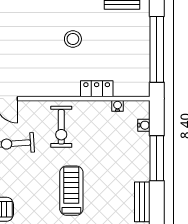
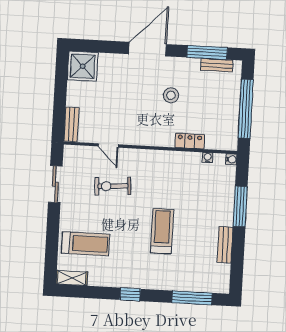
water cooler: (144, 125) -> (231, 159), moved
exercise bike: (61, 127) -> (156, 173), removed

